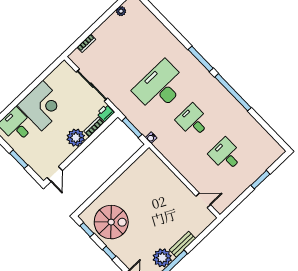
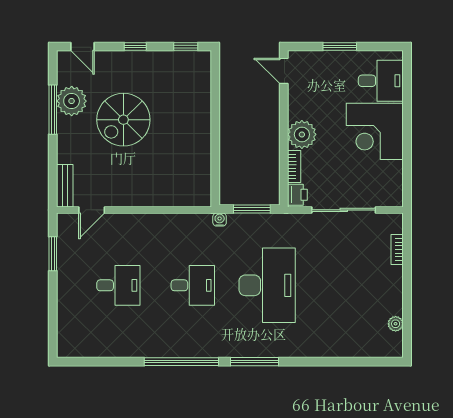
window: (260, 180) -> (53, 254), moved
spiral stairs: (111, 222) -> (123, 120), moved
bench: (182, 244) -> (65, 186), moved

